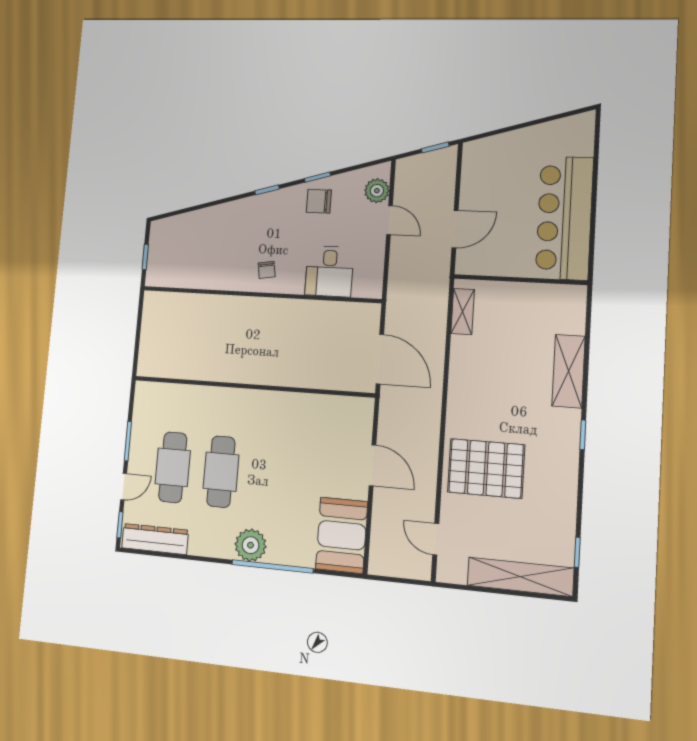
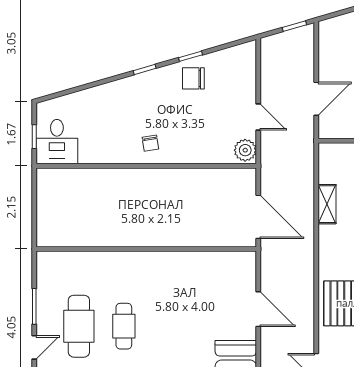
plant: (377, 191) -> (245, 150), moved
door: (389, 220) -> (258, 117), moved
desk: (329, 271) -> (57, 142), moved
shelving: (463, 312) -> (327, 204), moved
cafe table: (221, 472) -> (124, 326), width x0.73, depth x0.74

